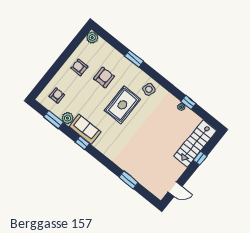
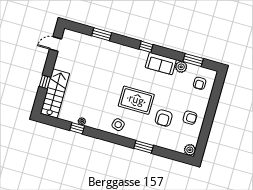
rug: (122, 105) -> (136, 100), turned 90
window: (82, 143) -> (146, 47), moved

